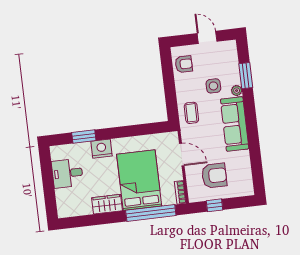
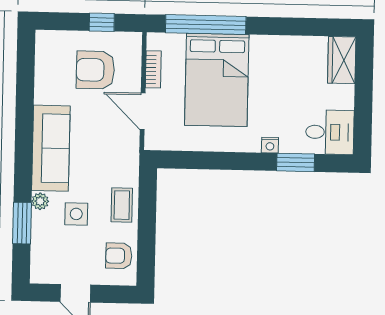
coffee table: (191, 113) -> (122, 205), moved
nightstand: (101, 149) -> (270, 145), width x0.53, depth x0.56
desk: (67, 173) -> (330, 132), moved
bookcase: (180, 192) -> (153, 69), moved
wardrobe: (107, 204) -> (342, 60), moved, turned 90

